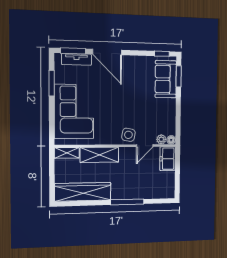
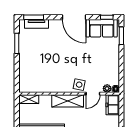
door: (107, 52) -> (74, 17), moved
sofa: (166, 79) -> (102, 28), moved, turned -90
corner sofa: (74, 111) -> (34, 66), removed
shelving: (99, 155) -> (68, 101), moved

